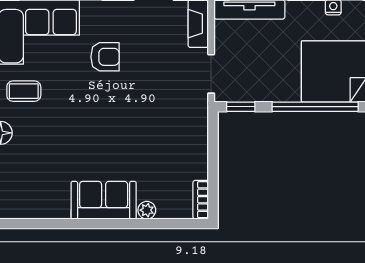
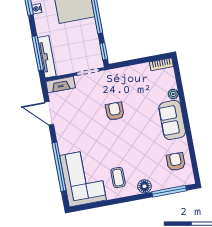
armchair: (105, 57) -> (115, 111), moved
armchair: (32, 193) -> (176, 162), added

